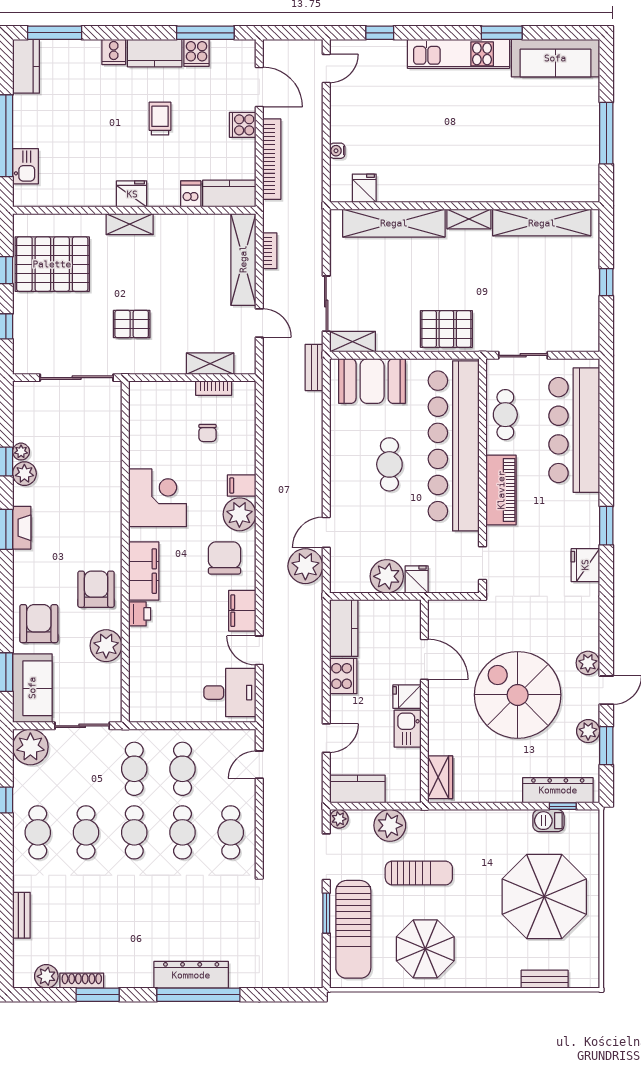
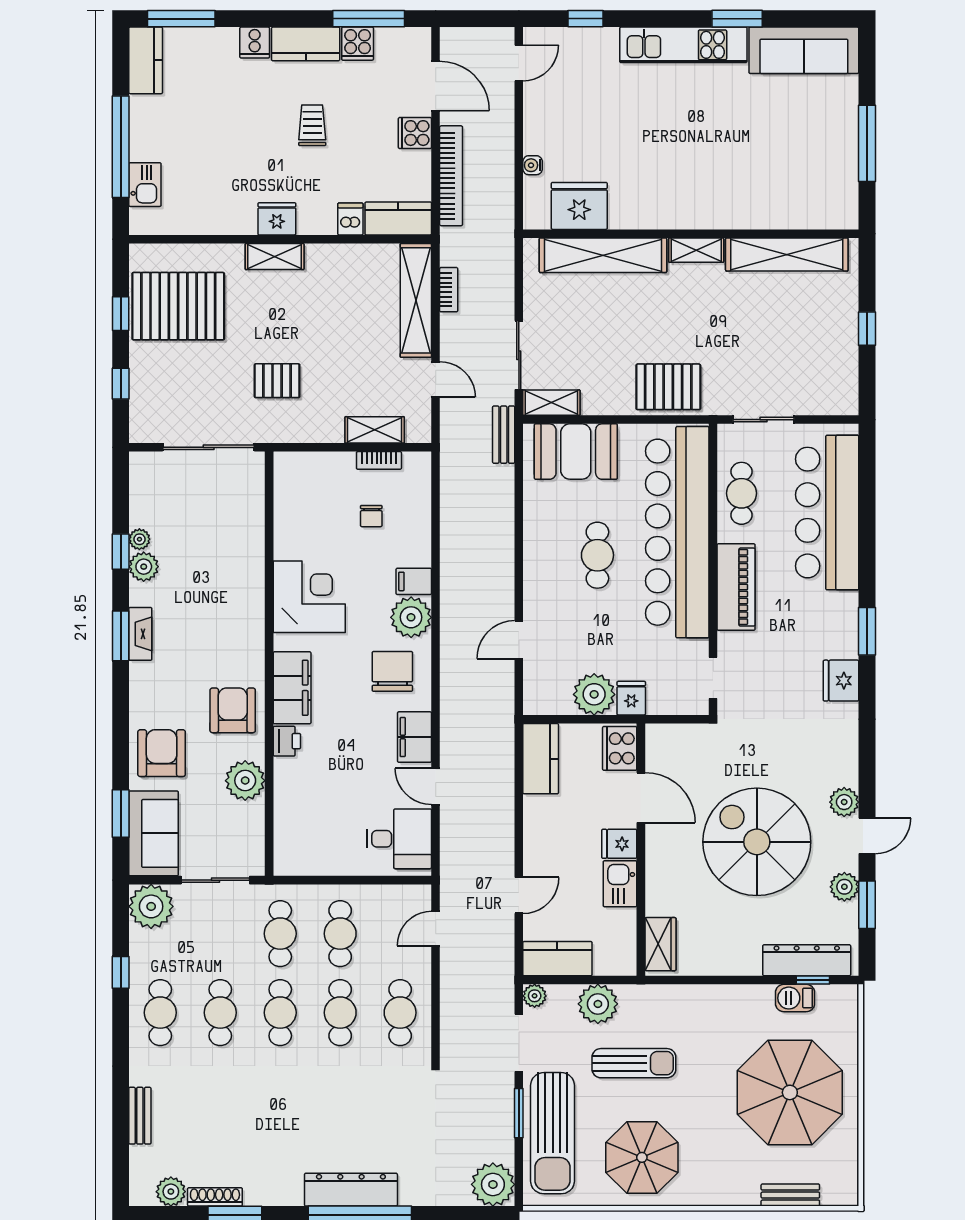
fridge: (364, 188) -> (579, 206), width x1.88, depth x1.34
plant: (305, 566) -> (493, 1184), moved
cooker: (343, 676) -> (620, 748), moved, turned 180

